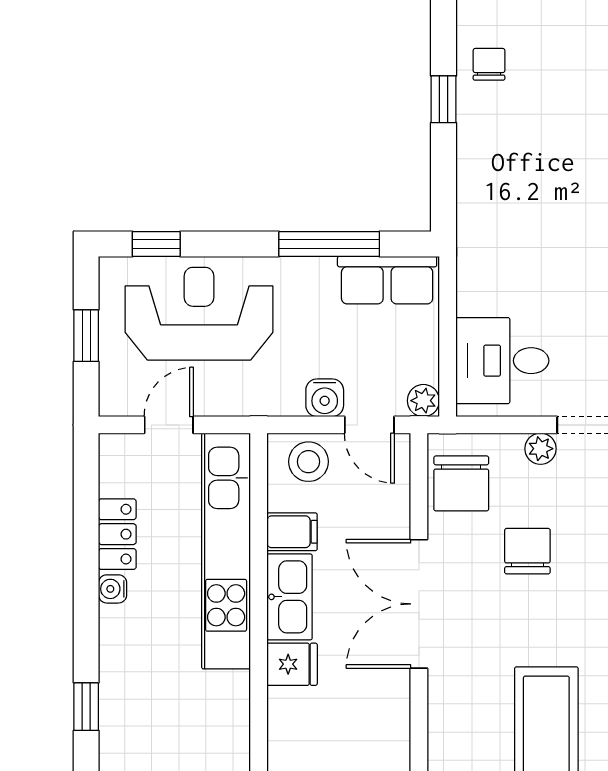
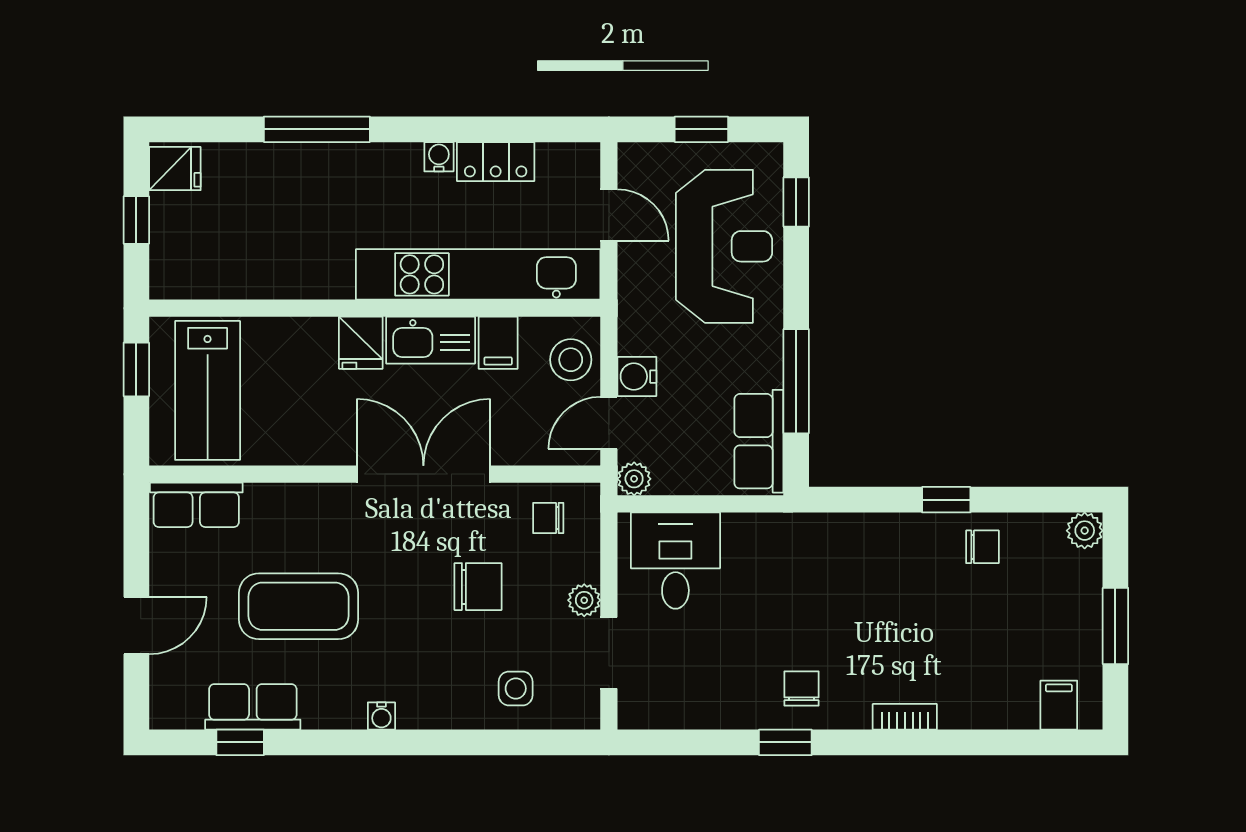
chair: (461, 483) -> (548, 518), width x0.54, depth x0.54
window: (86, 707) -> (317, 129), width x2.17

